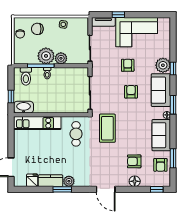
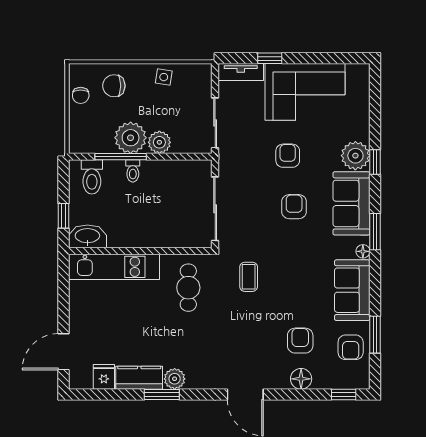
coffee table: (107, 128) -> (249, 277), width x0.54, depth x0.58
armchair: (134, 161) -> (300, 341), turned 90

